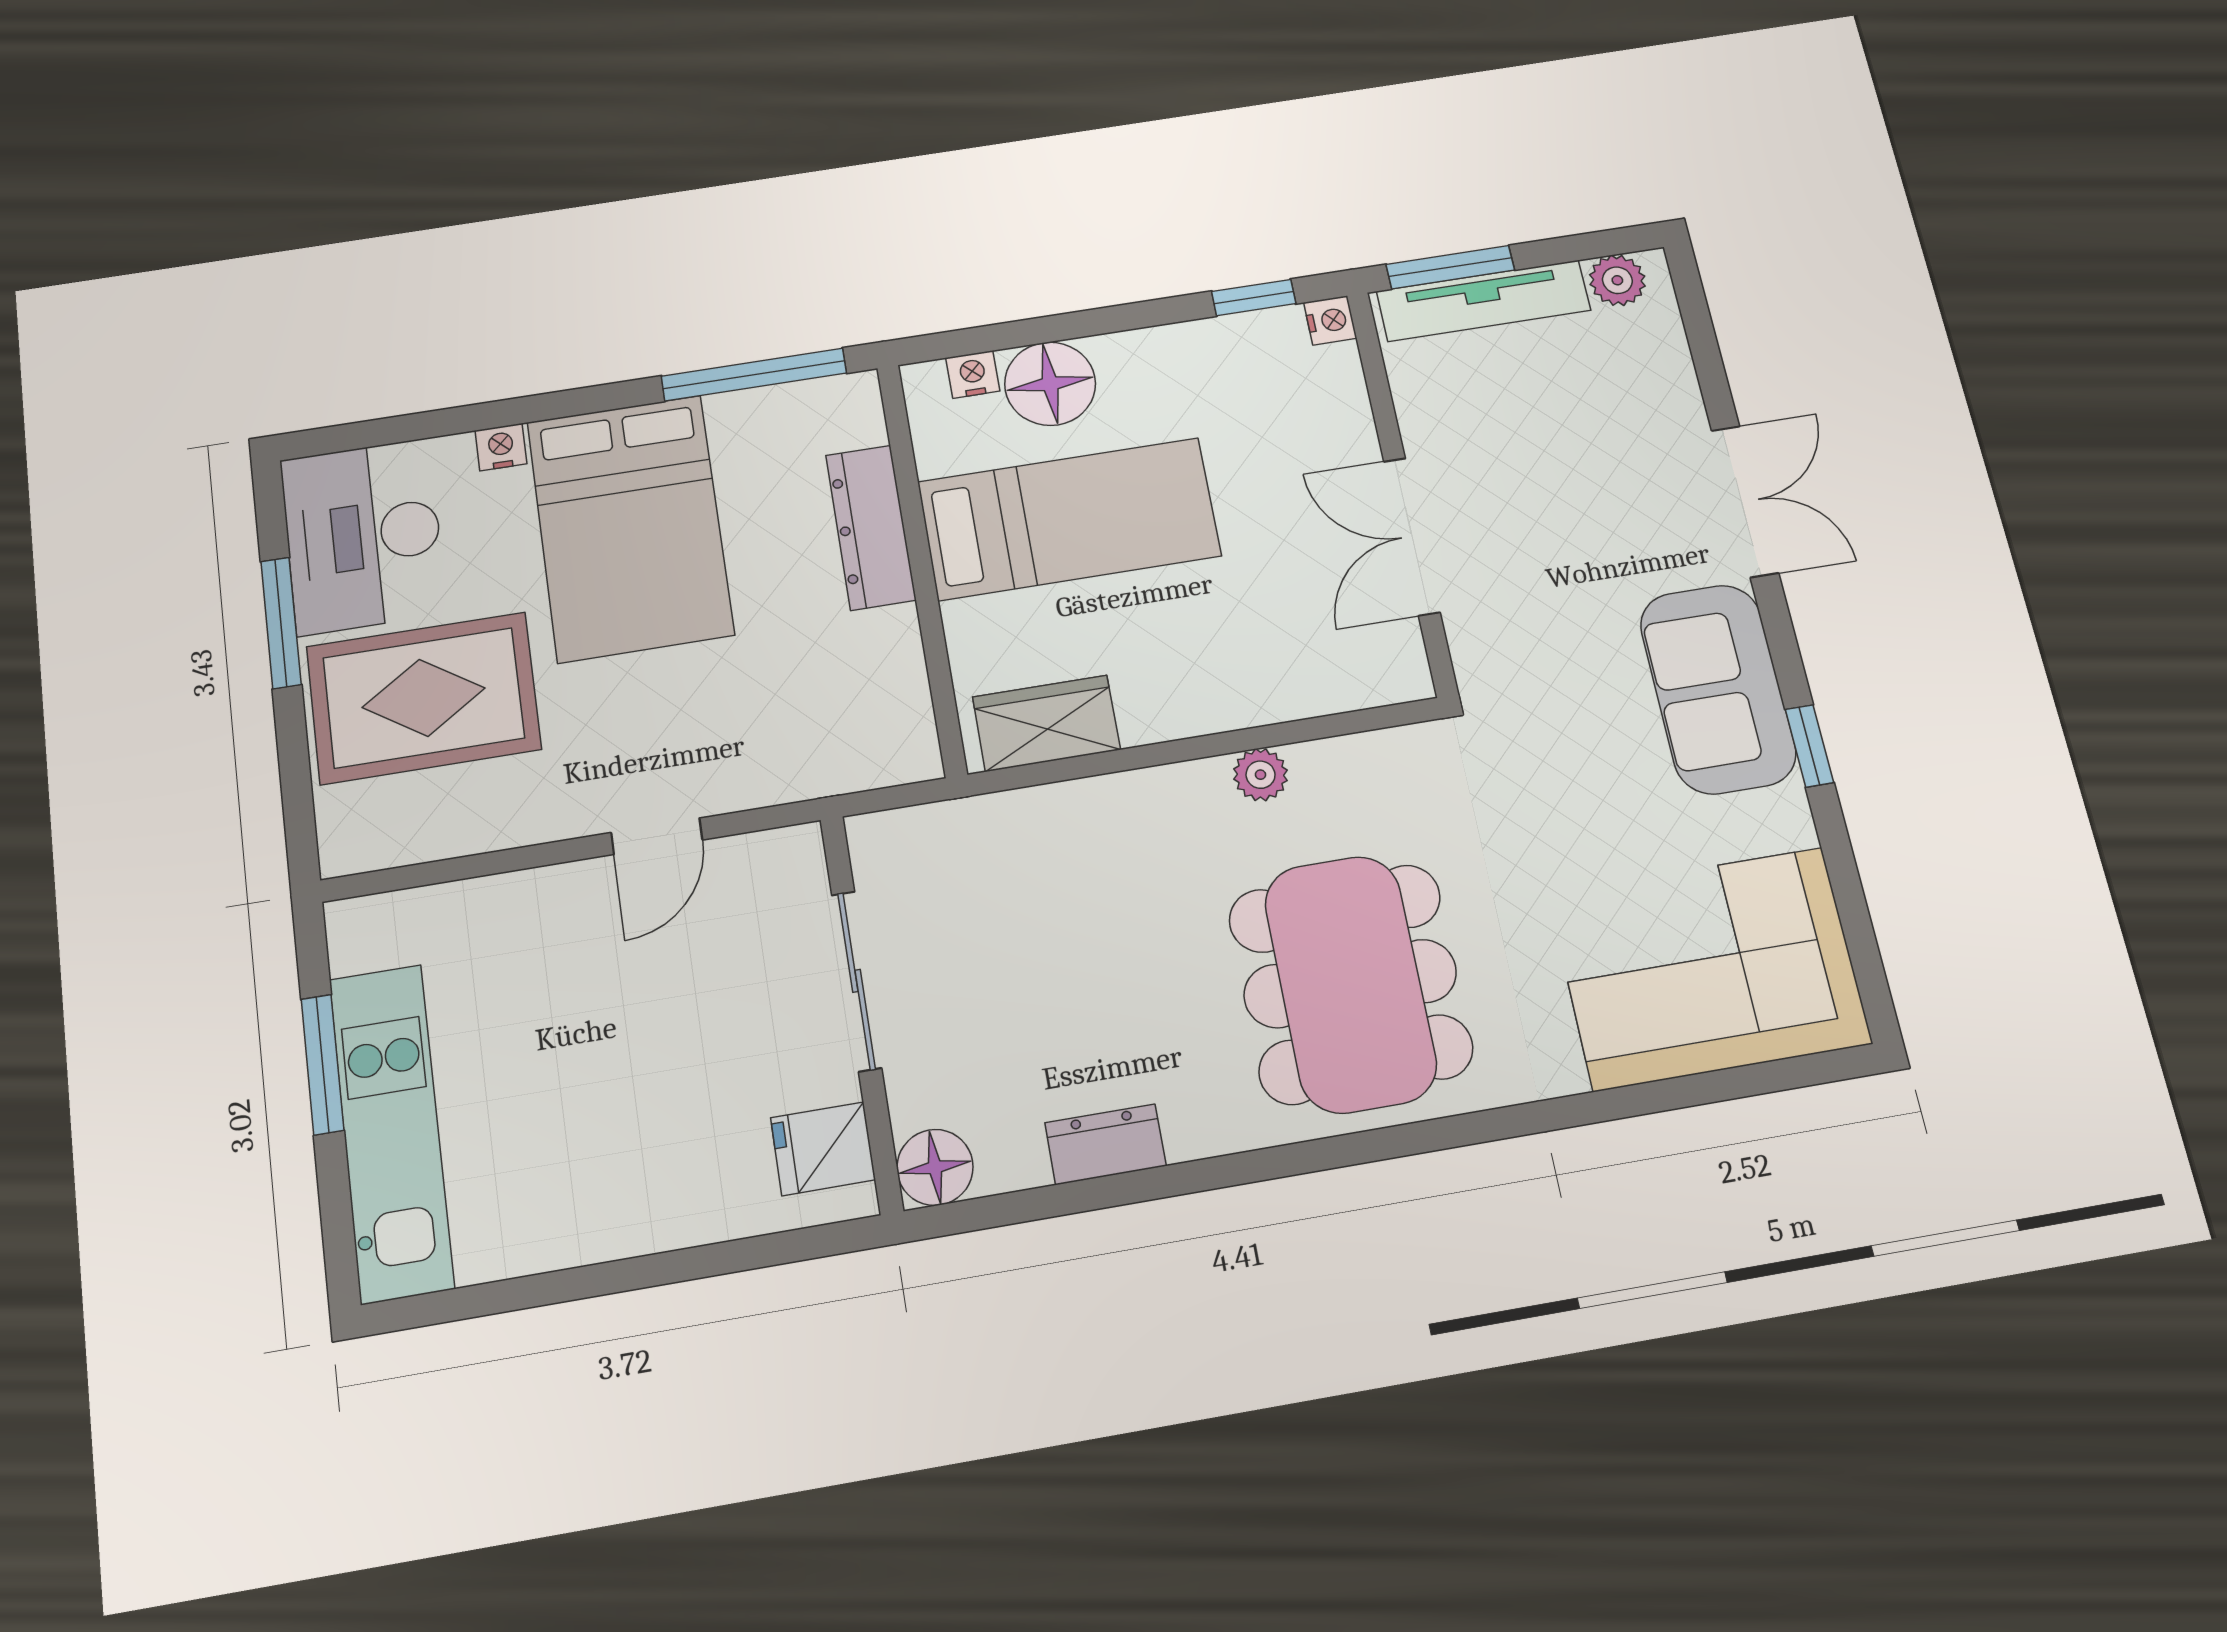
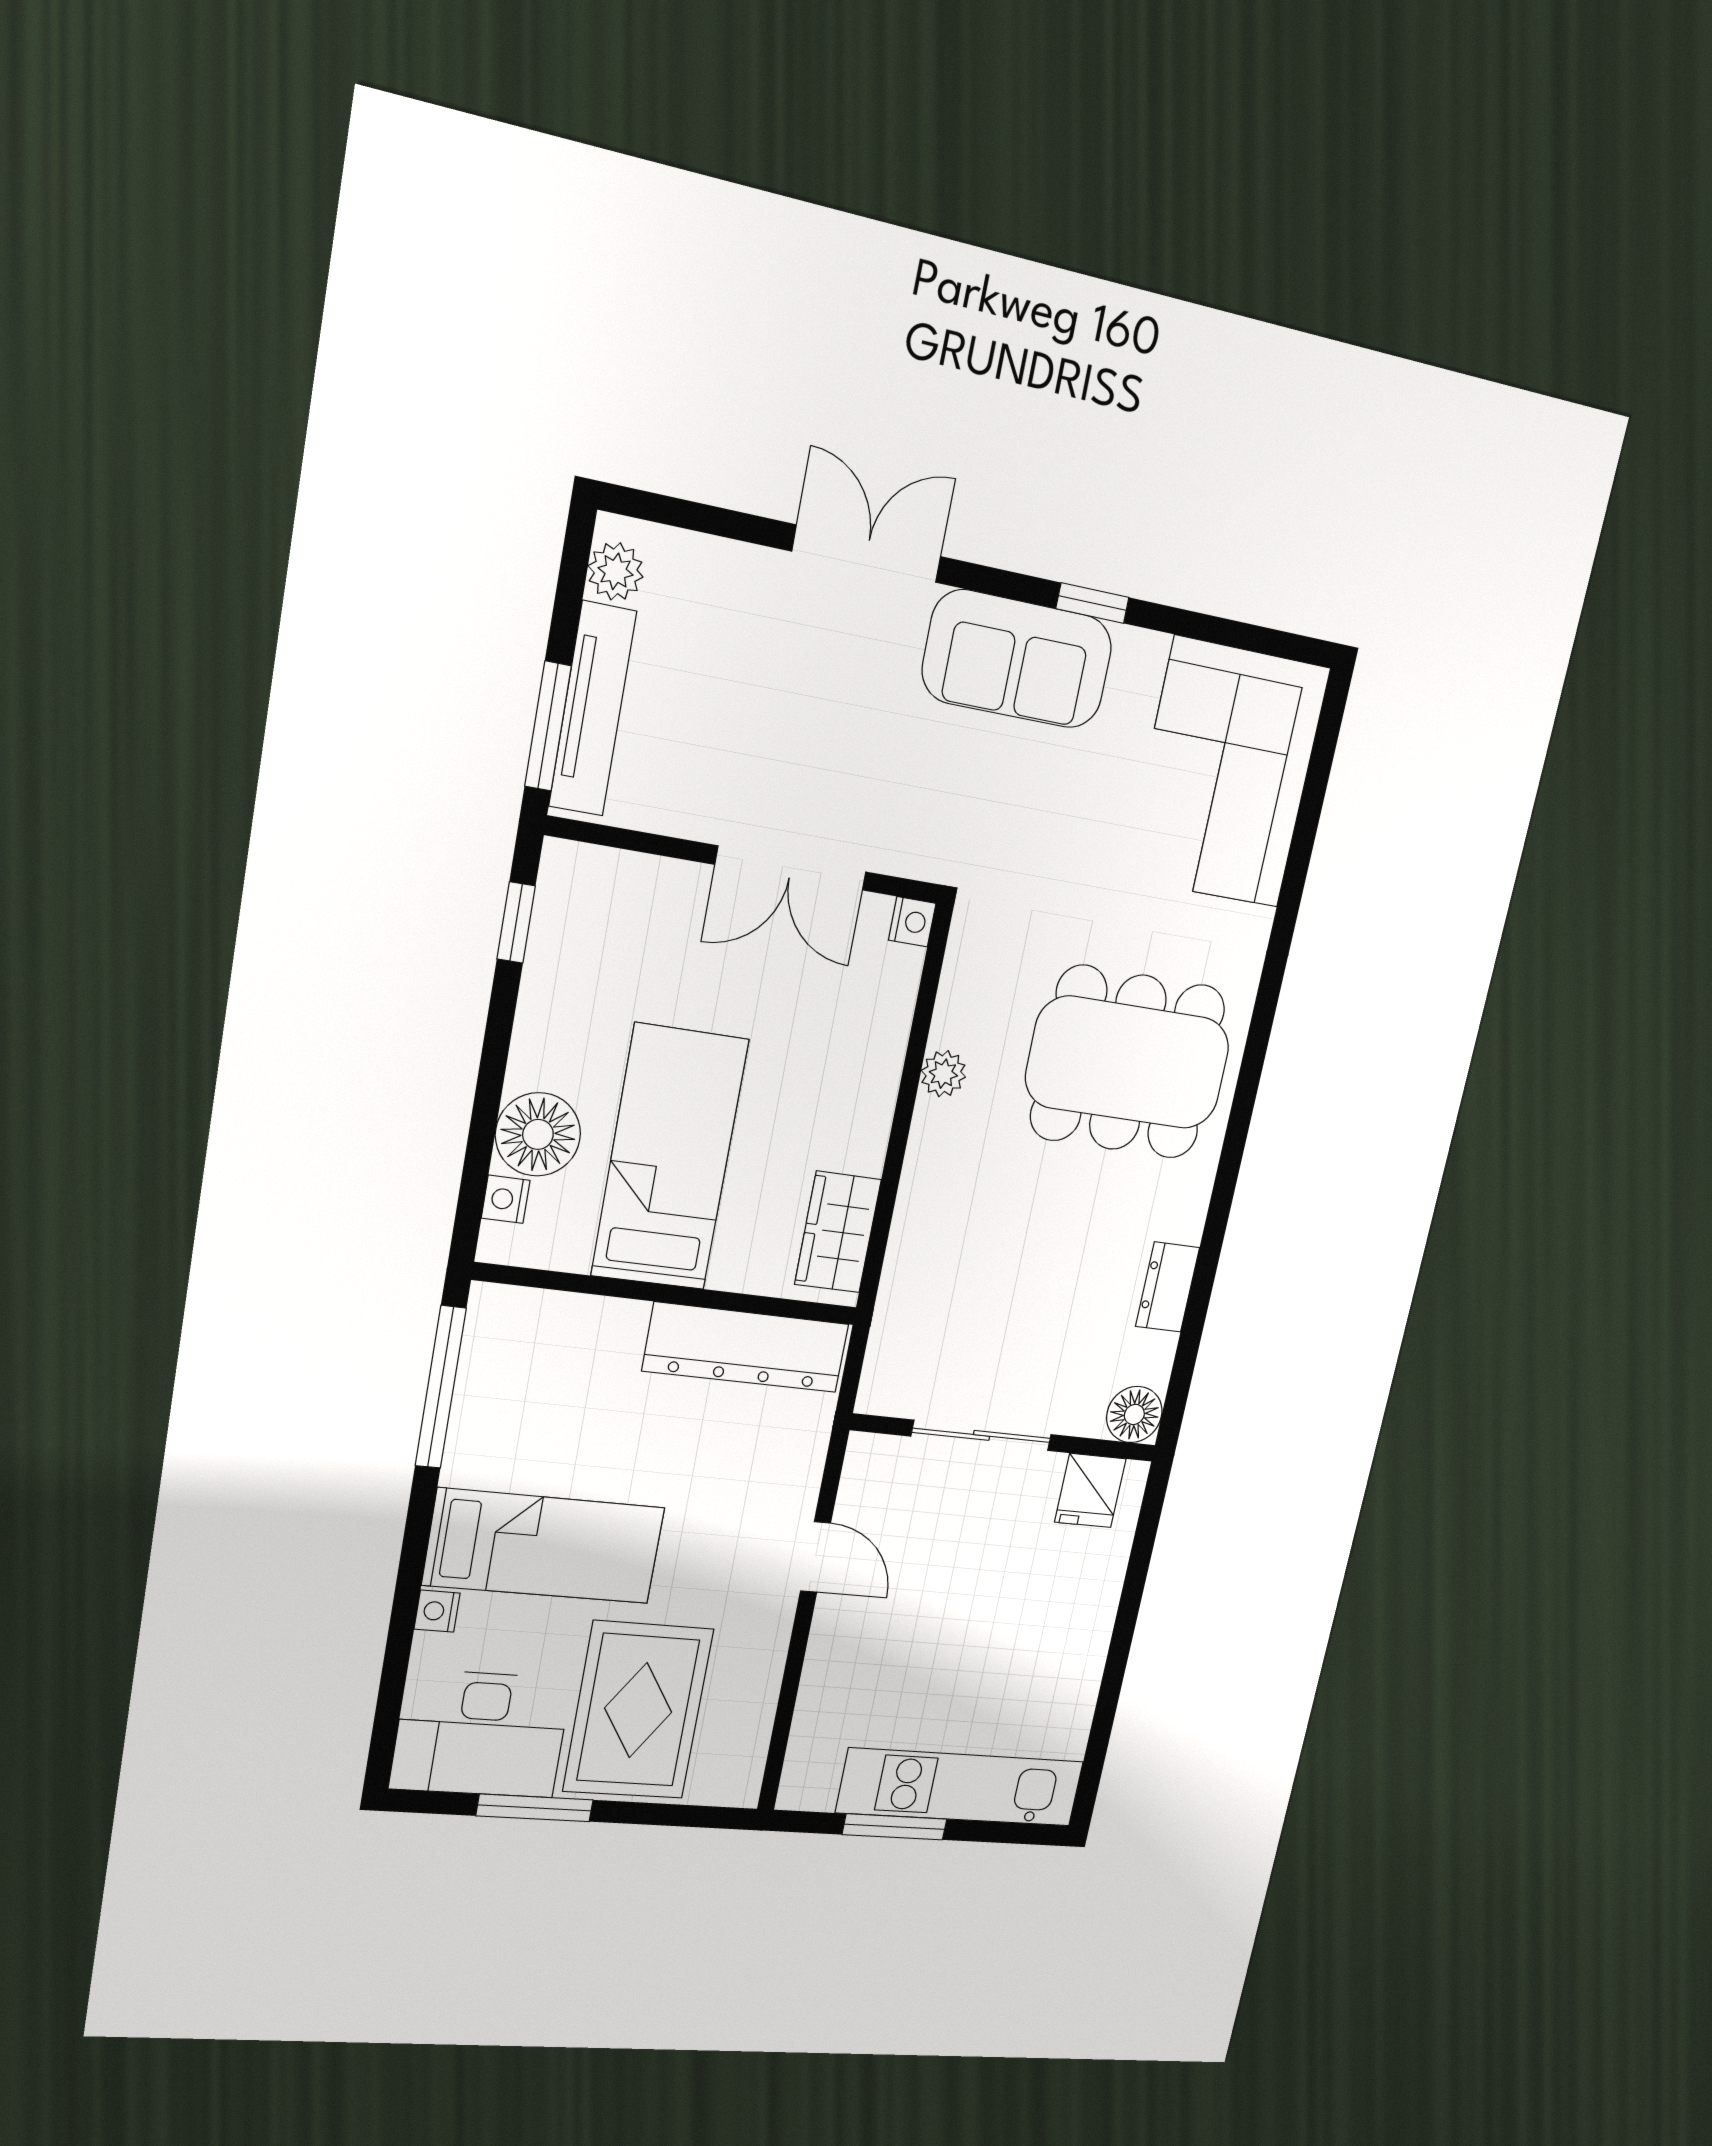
nightstand: (1330, 320) -> (912, 922), moved, turned 90
dresser: (871, 527) -> (746, 1347), moved, width x1.37, depth x1.24
bed: (630, 528) -> (544, 1546), width x0.67

